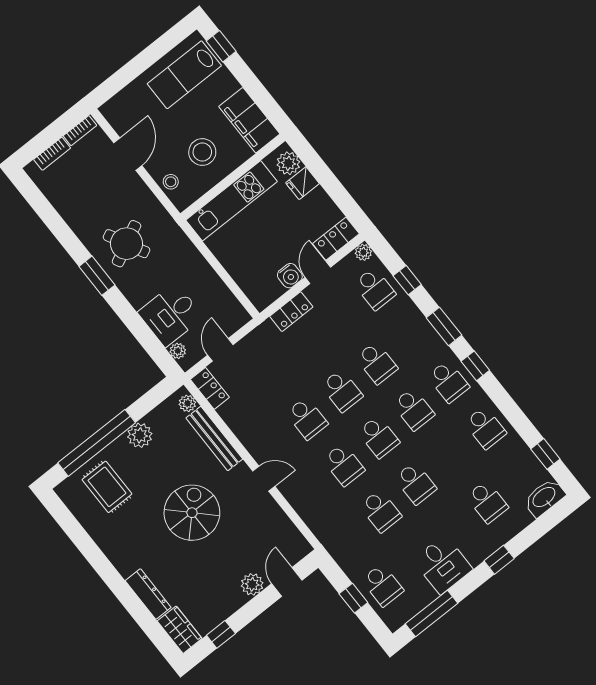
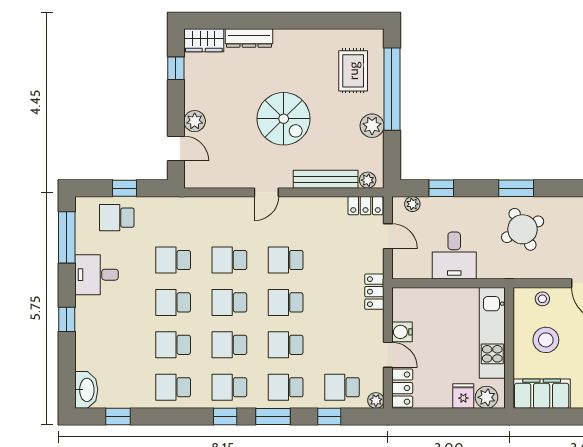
locker: (291, 312) -> (374, 292), moved
desk: (171, 315) -> (454, 256), moved, turned 180
school desk: (412, 335) -> (286, 387), added
window: (146, 337) -> (441, 188), added
rug: (107, 487) -> (353, 71), turned 90
school desk: (487, 502) -> (173, 345), moved

